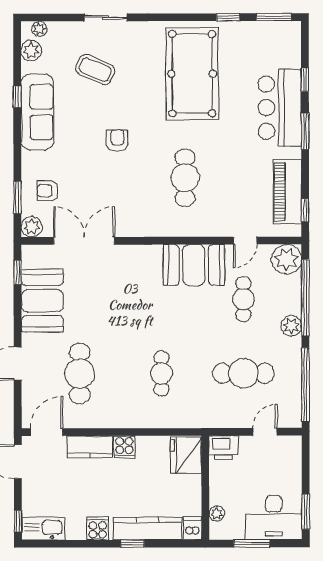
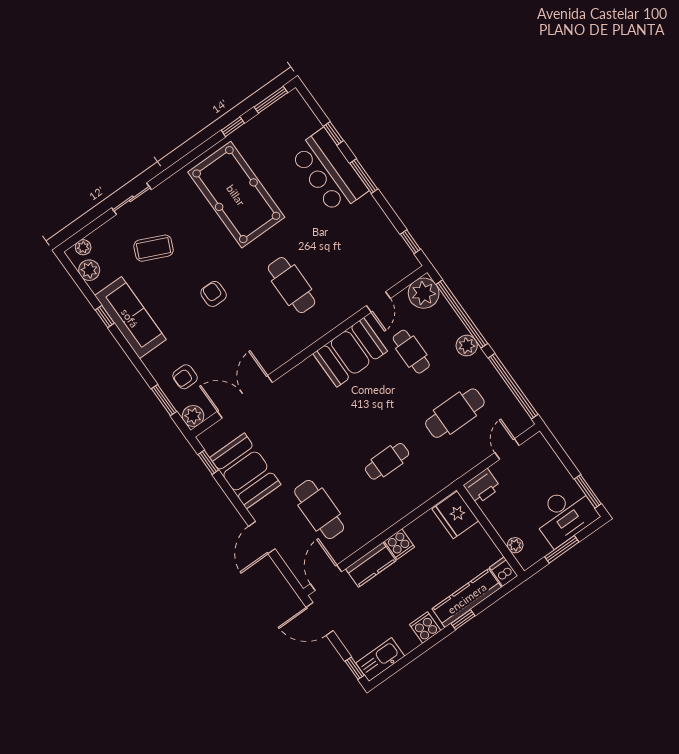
piano: (287, 192) -> (385, 237), removed
cafe table: (162, 373) -> (387, 461), turned 90

